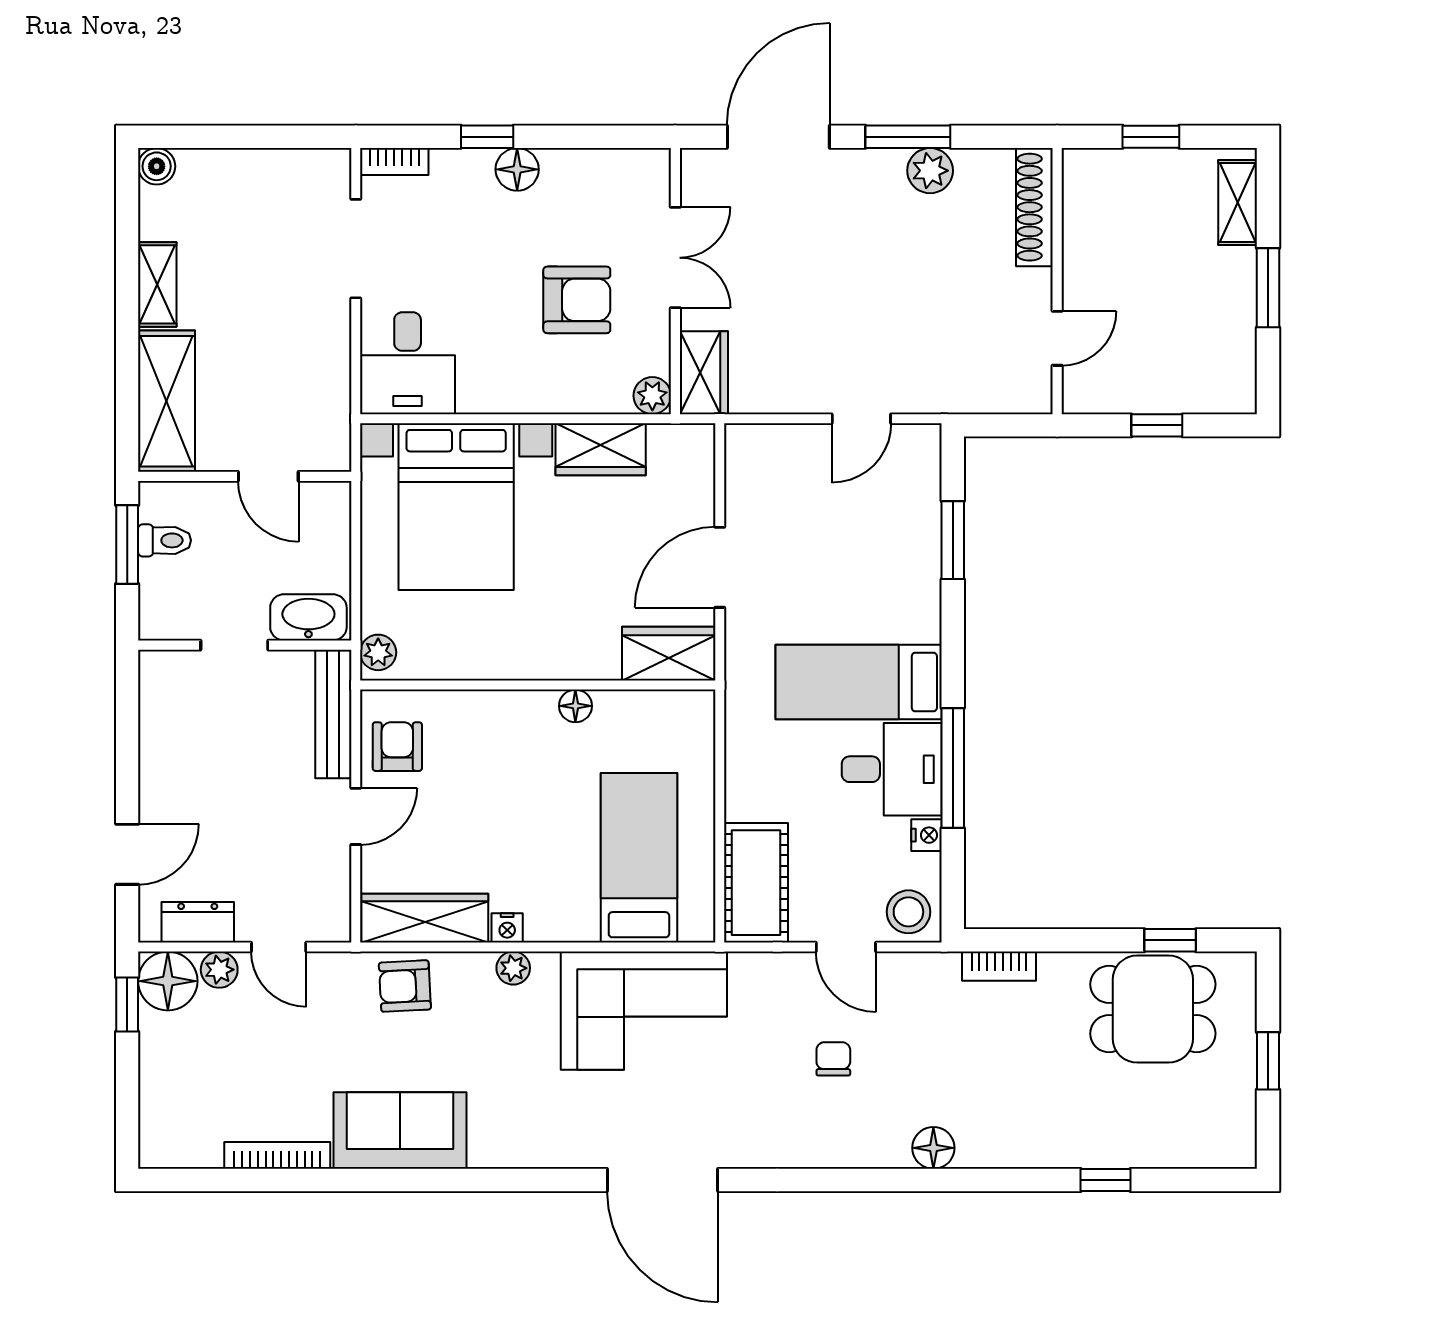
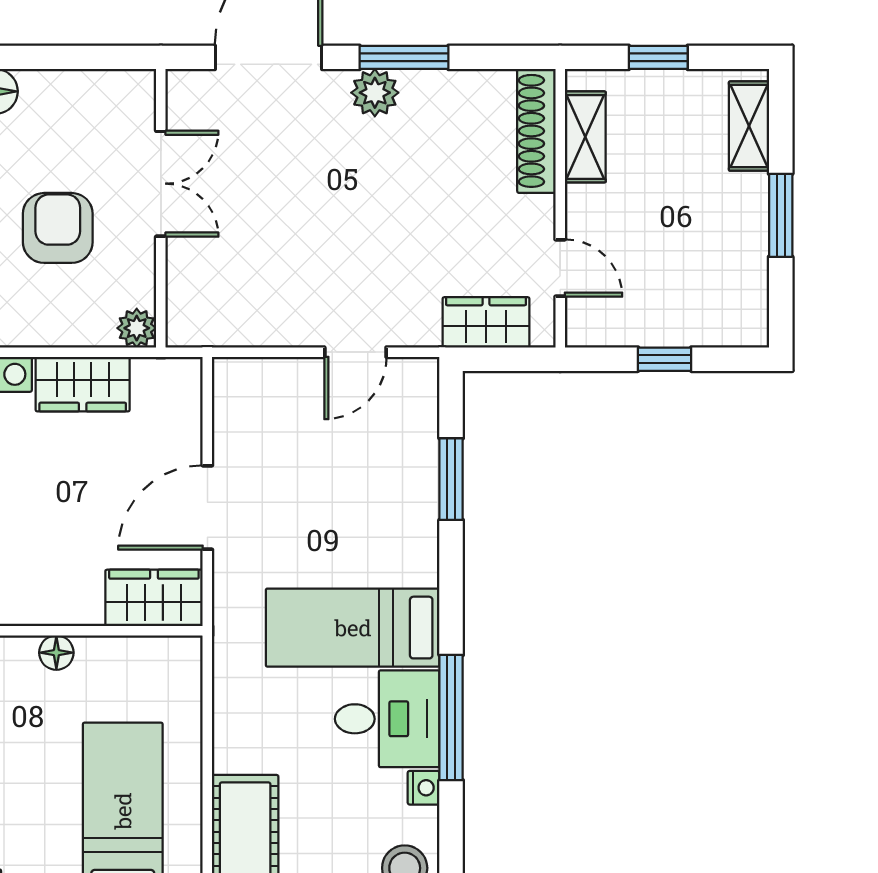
plant: (930, 171) -> (375, 93), moved
shelving: (1081, 213) -> (585, 137), added
armchair: (577, 300) -> (58, 228), turned -90
door: (1057, 338) -> (560, 268), hinge flipped
wardrobe: (704, 373) -> (486, 322), moved, turned -90

